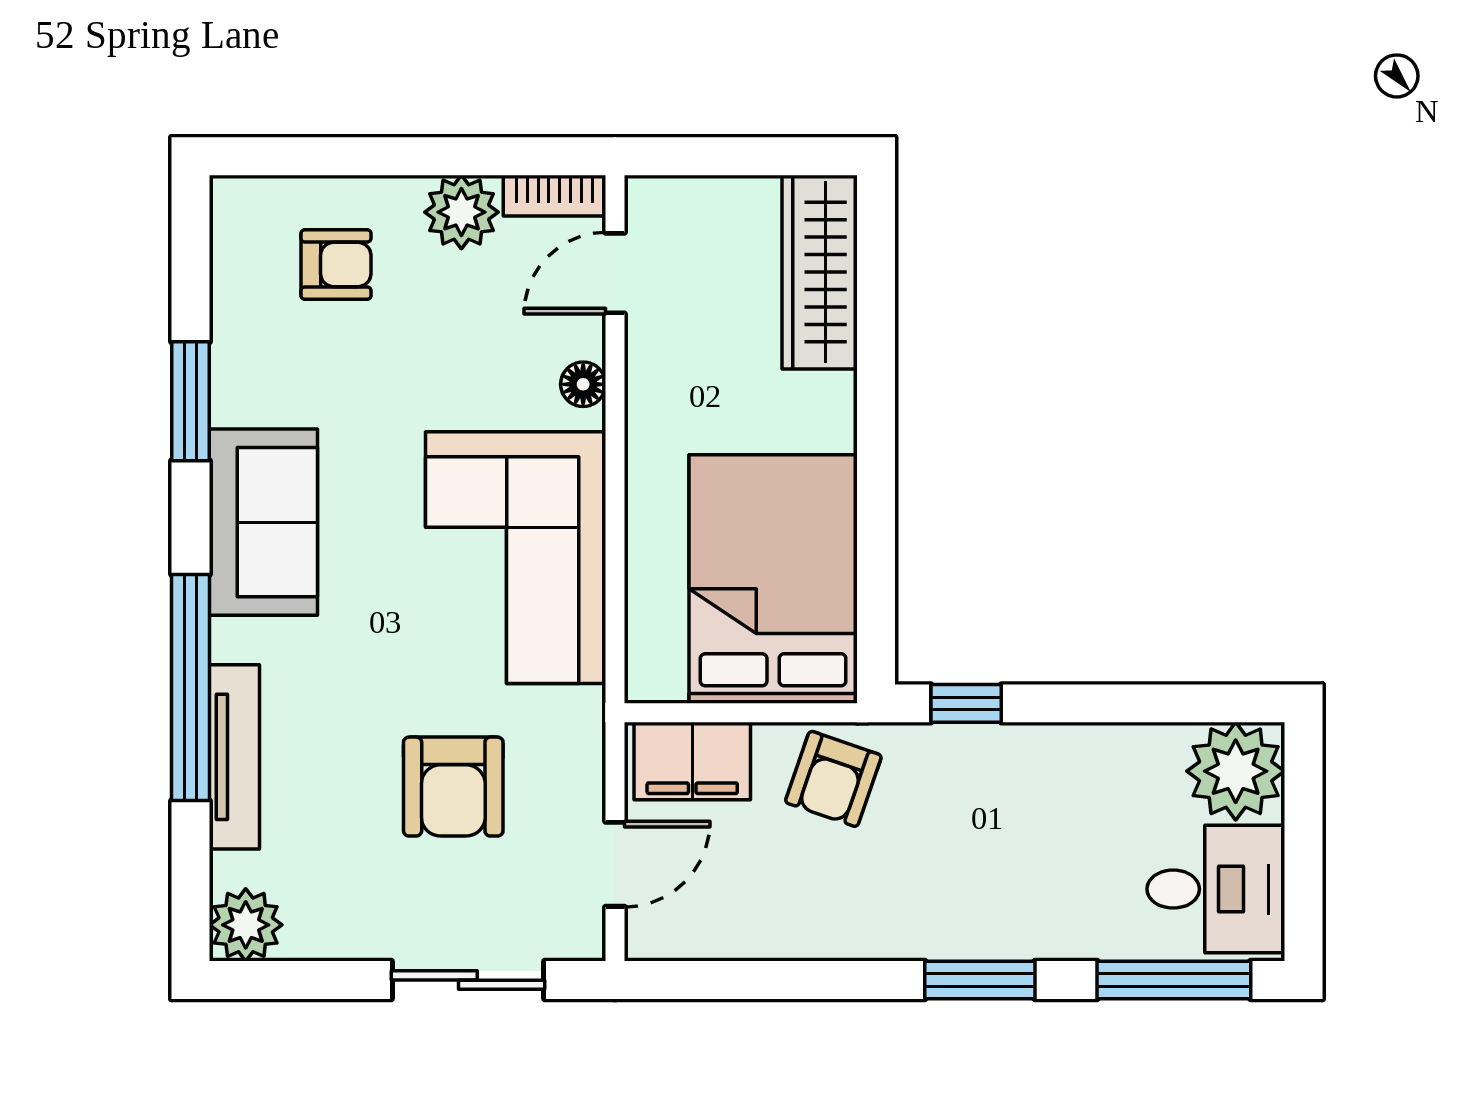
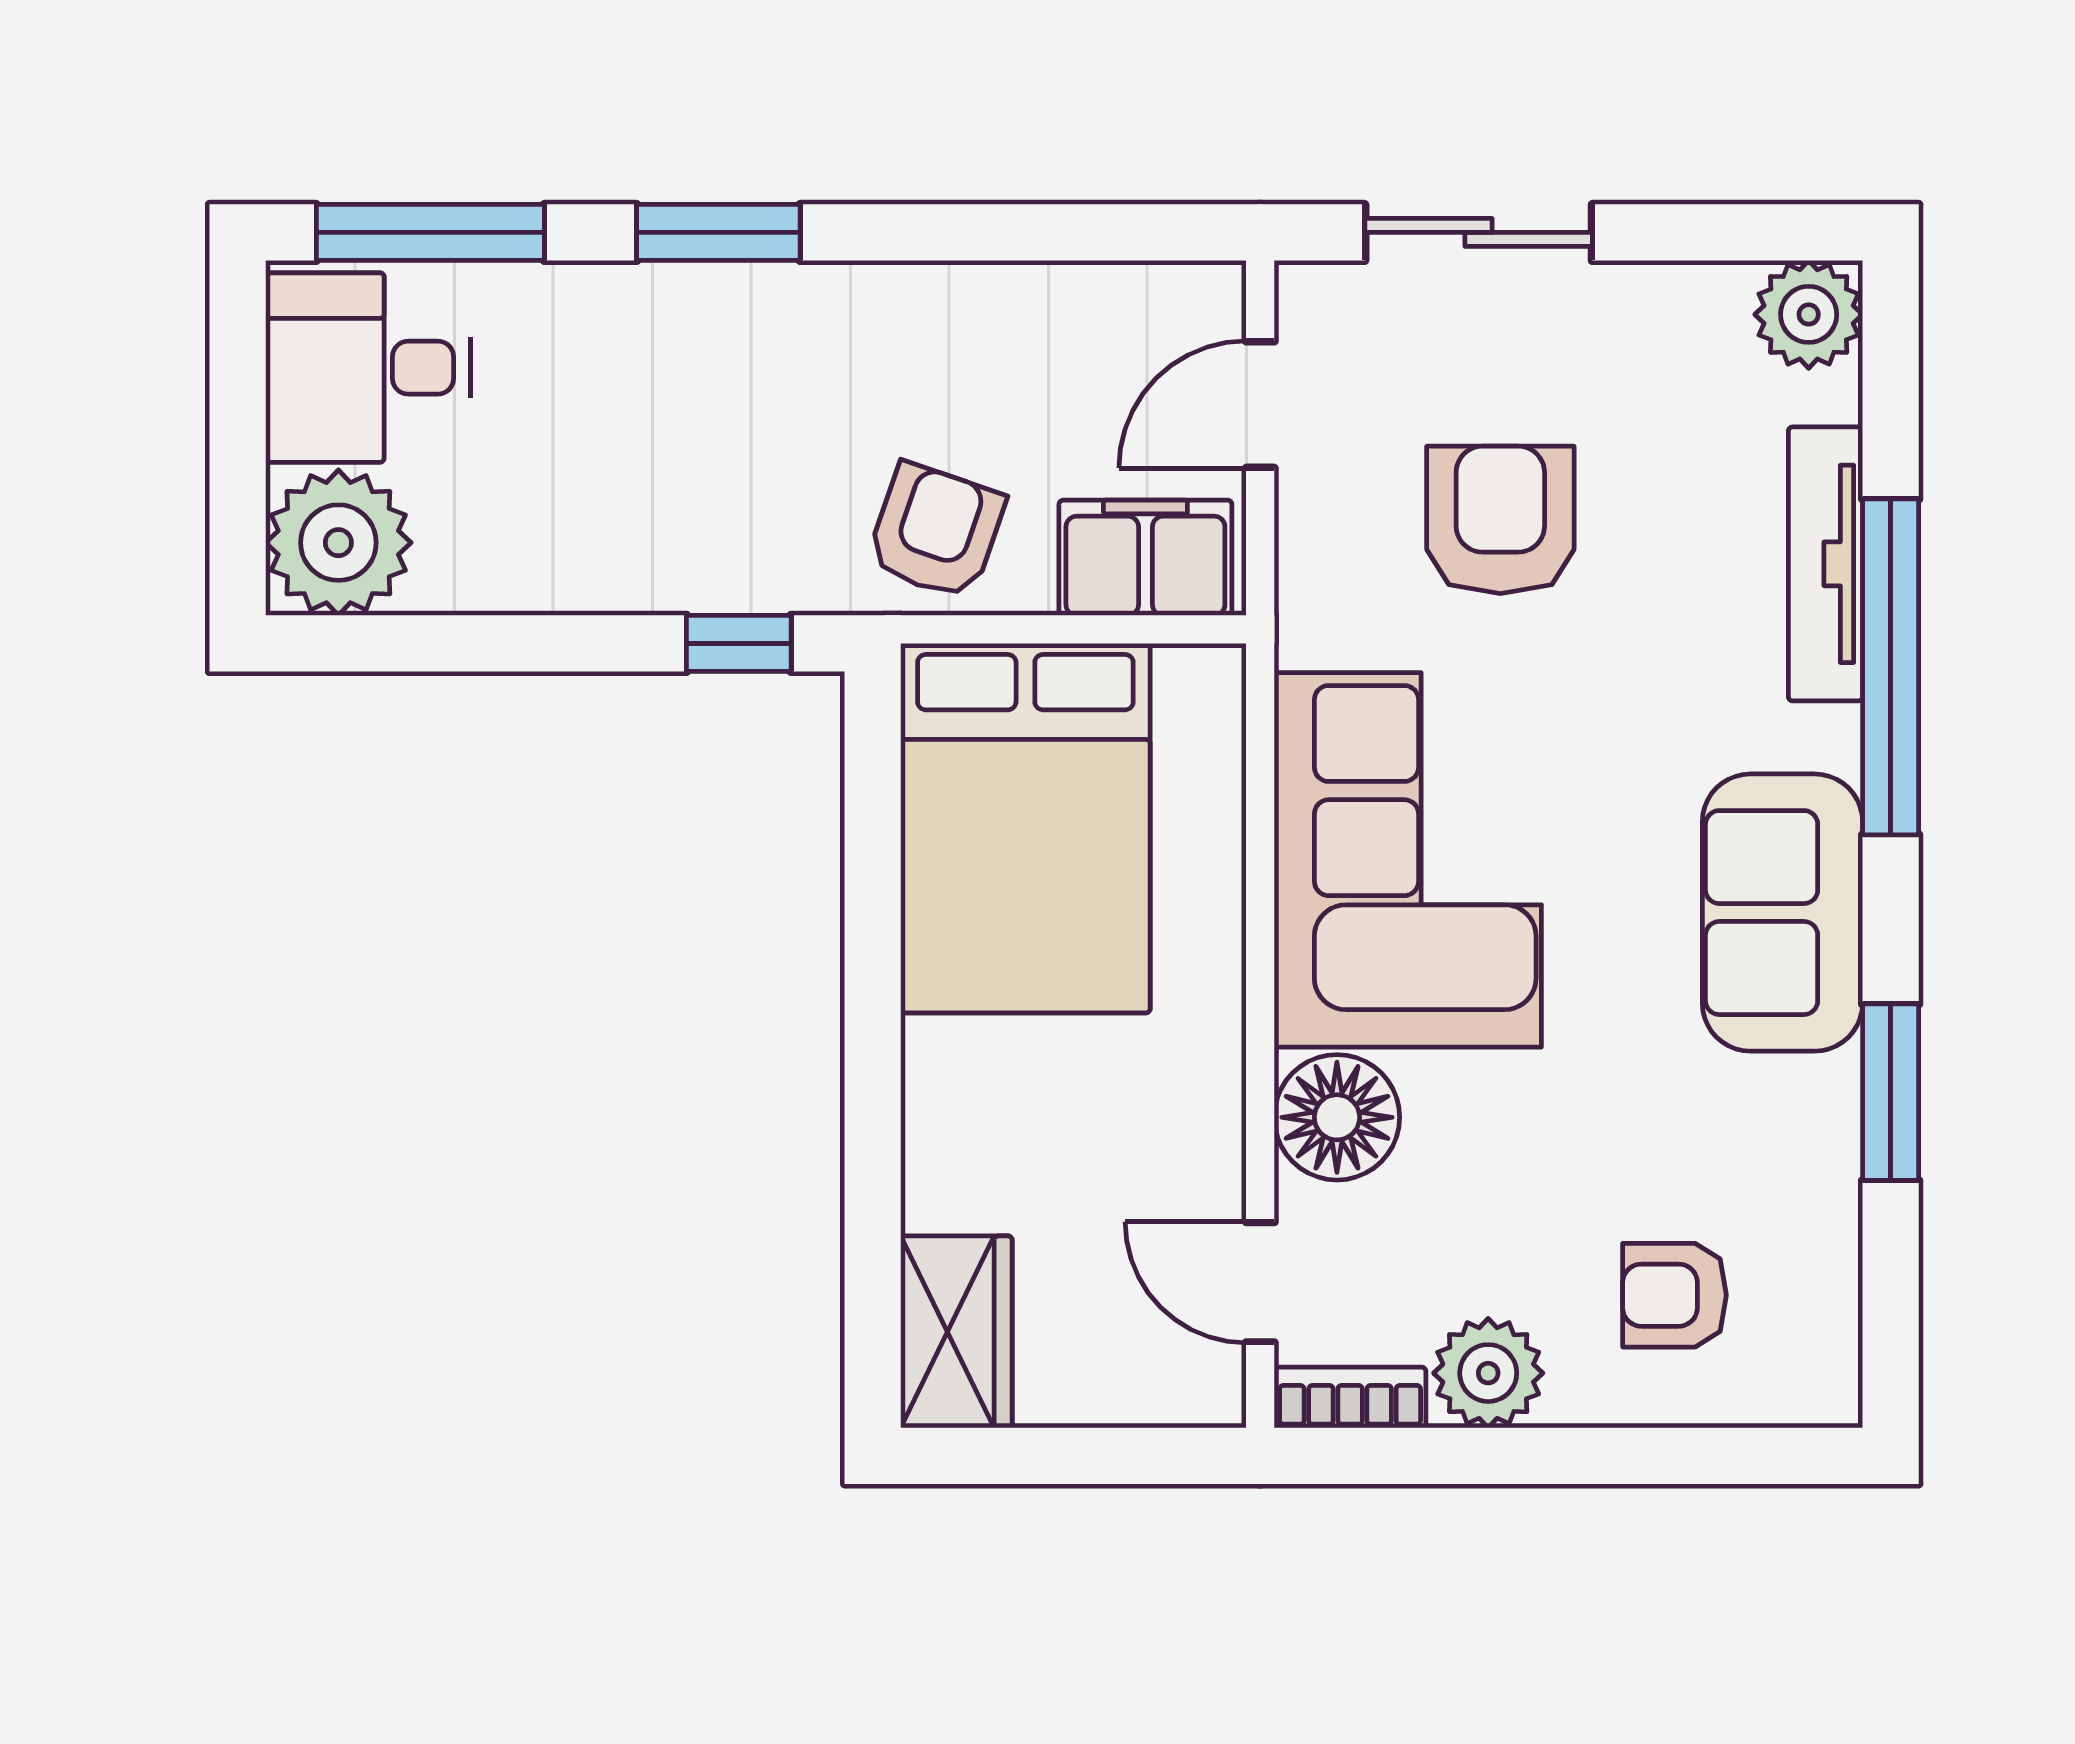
wardrobe: (820, 272) -> (956, 1332), width x0.67
door: (615, 273) -> (1260, 1282), swing flipped
floor lamp: (583, 384) -> (1337, 1117), width x1.89, depth x1.89

